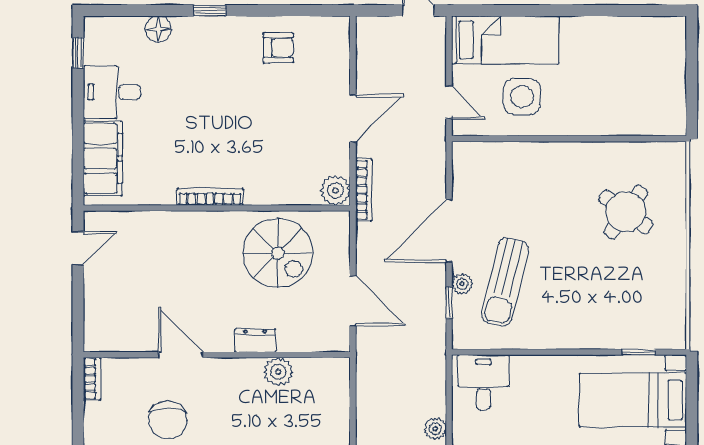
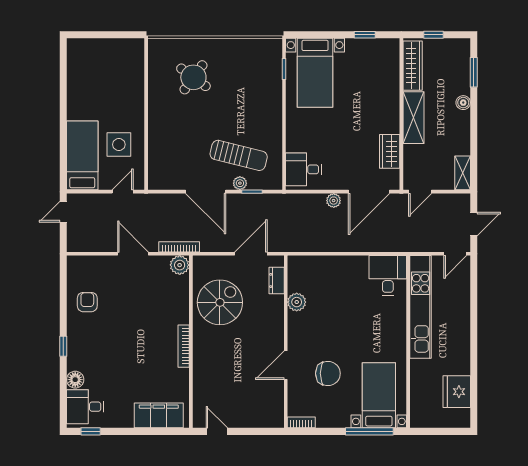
desk: (112, 92) -> (85, 407), moved, turned 90
dresser: (255, 340) -> (277, 281), moved

